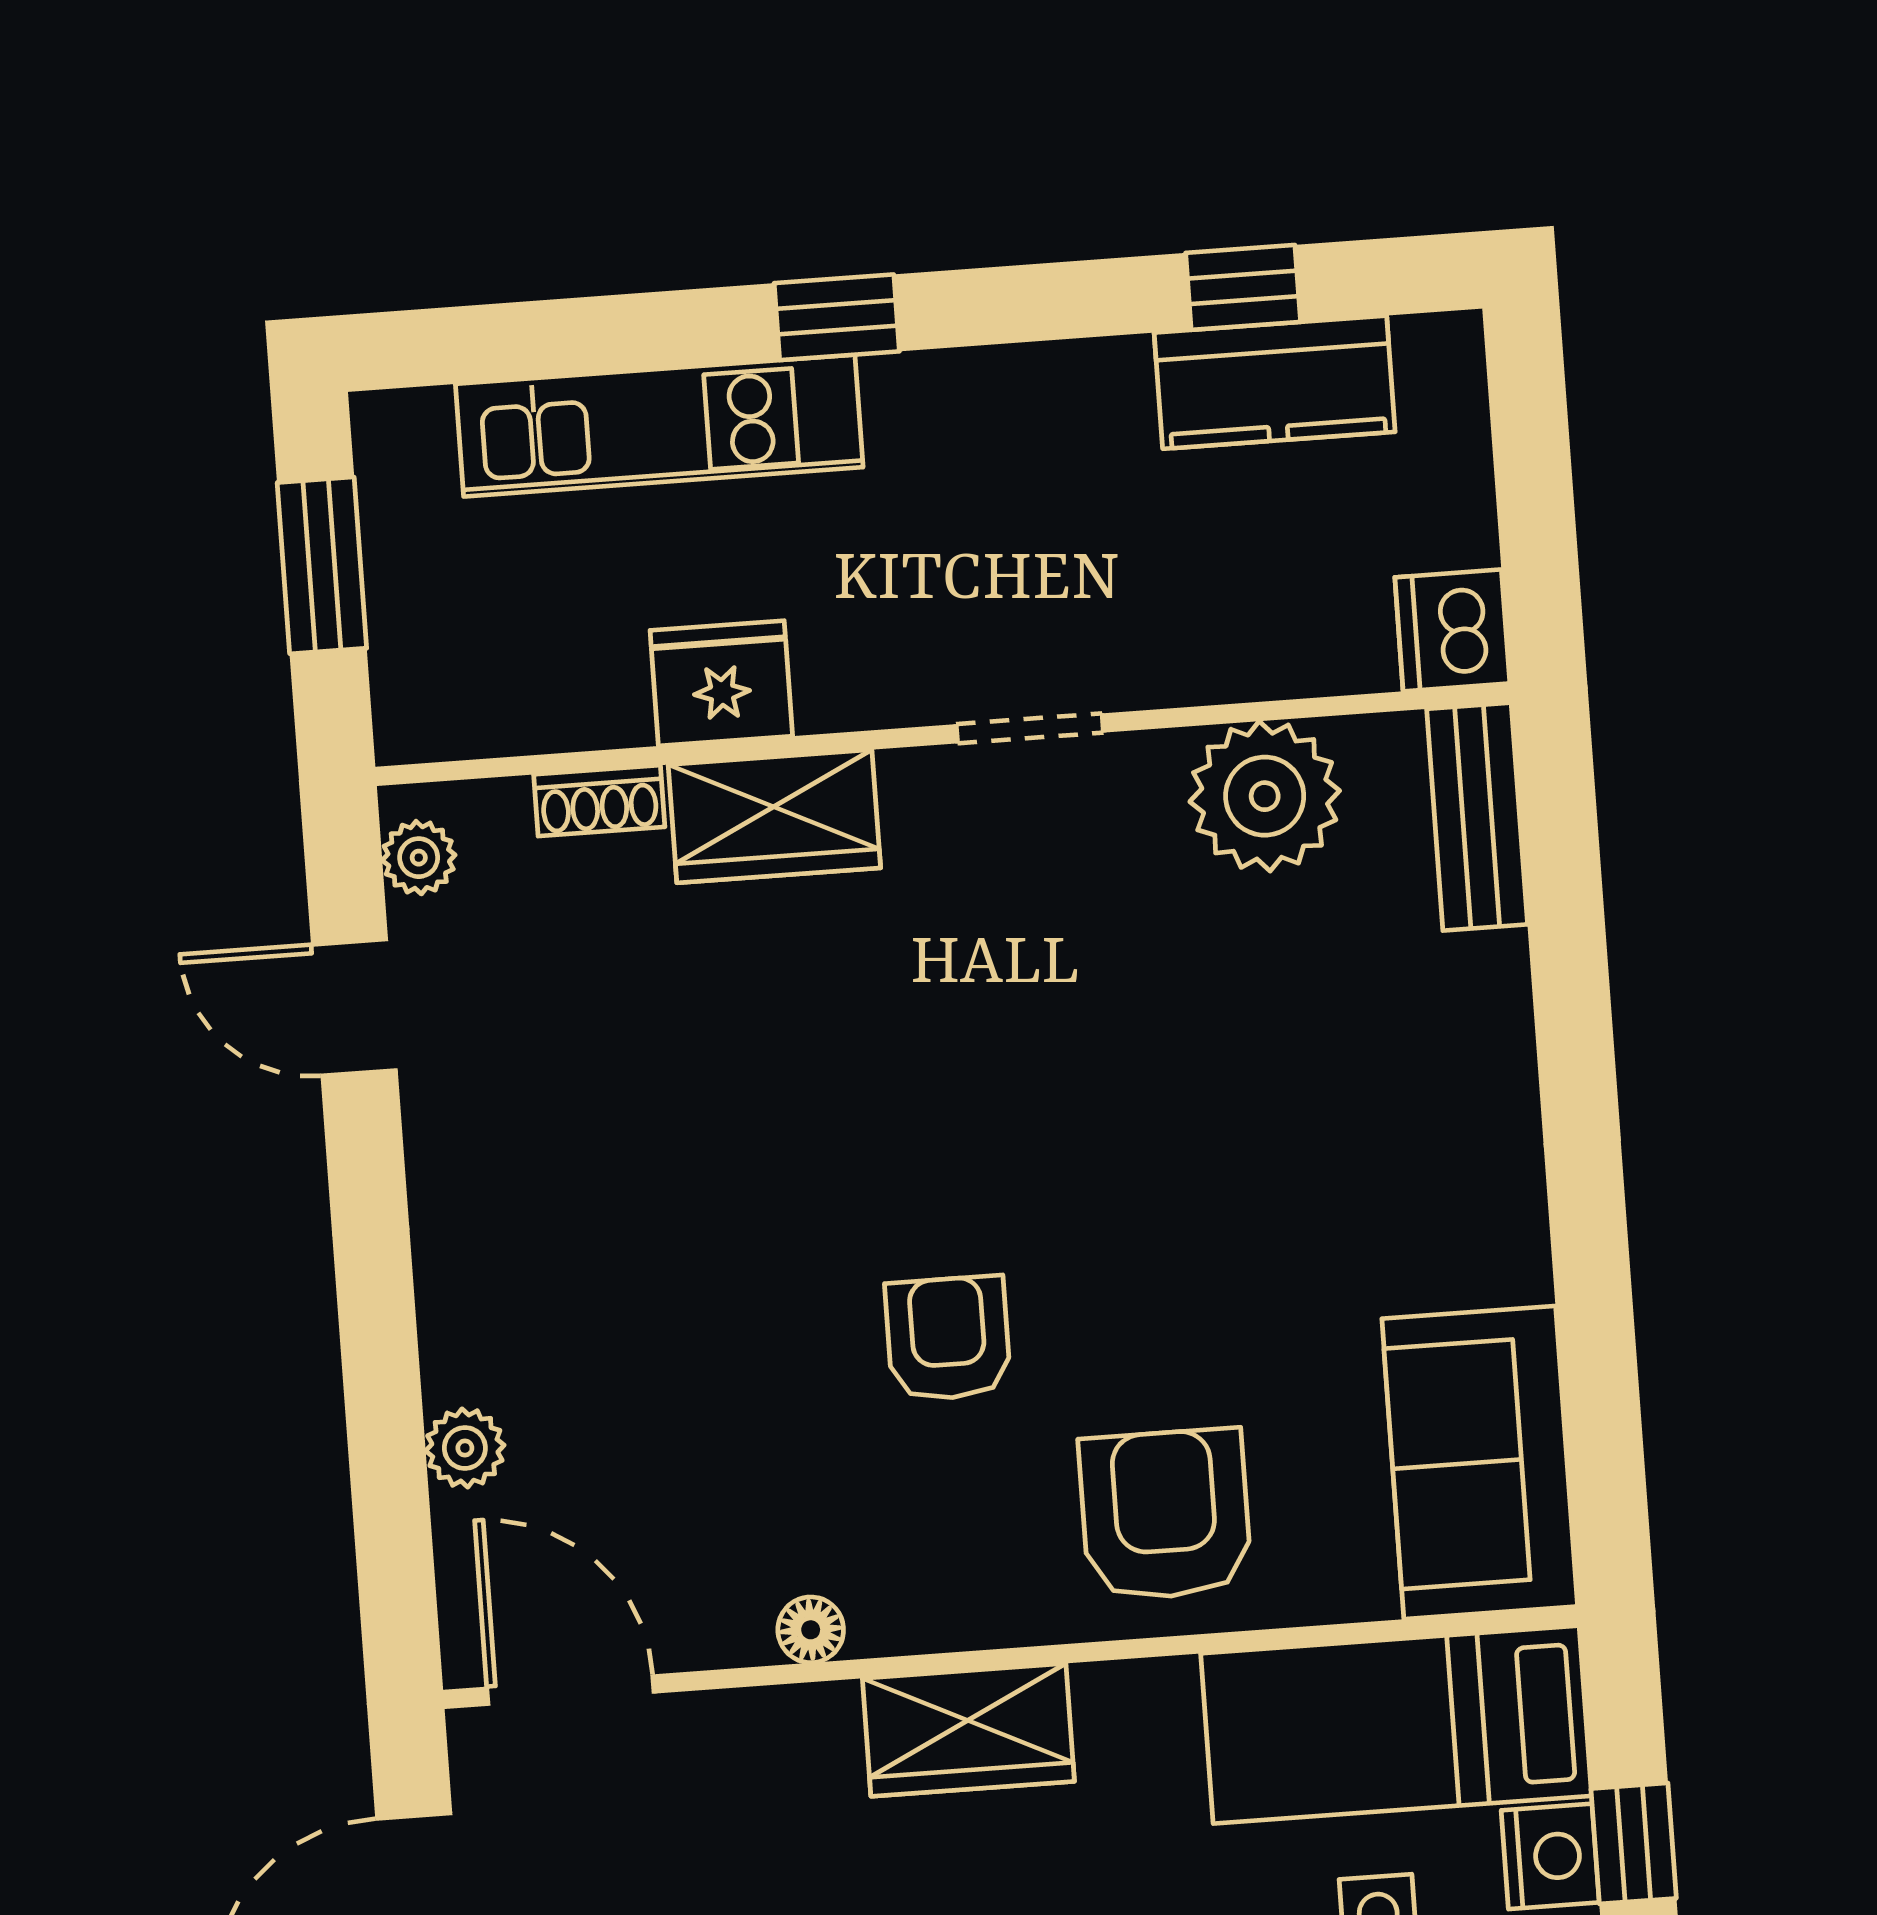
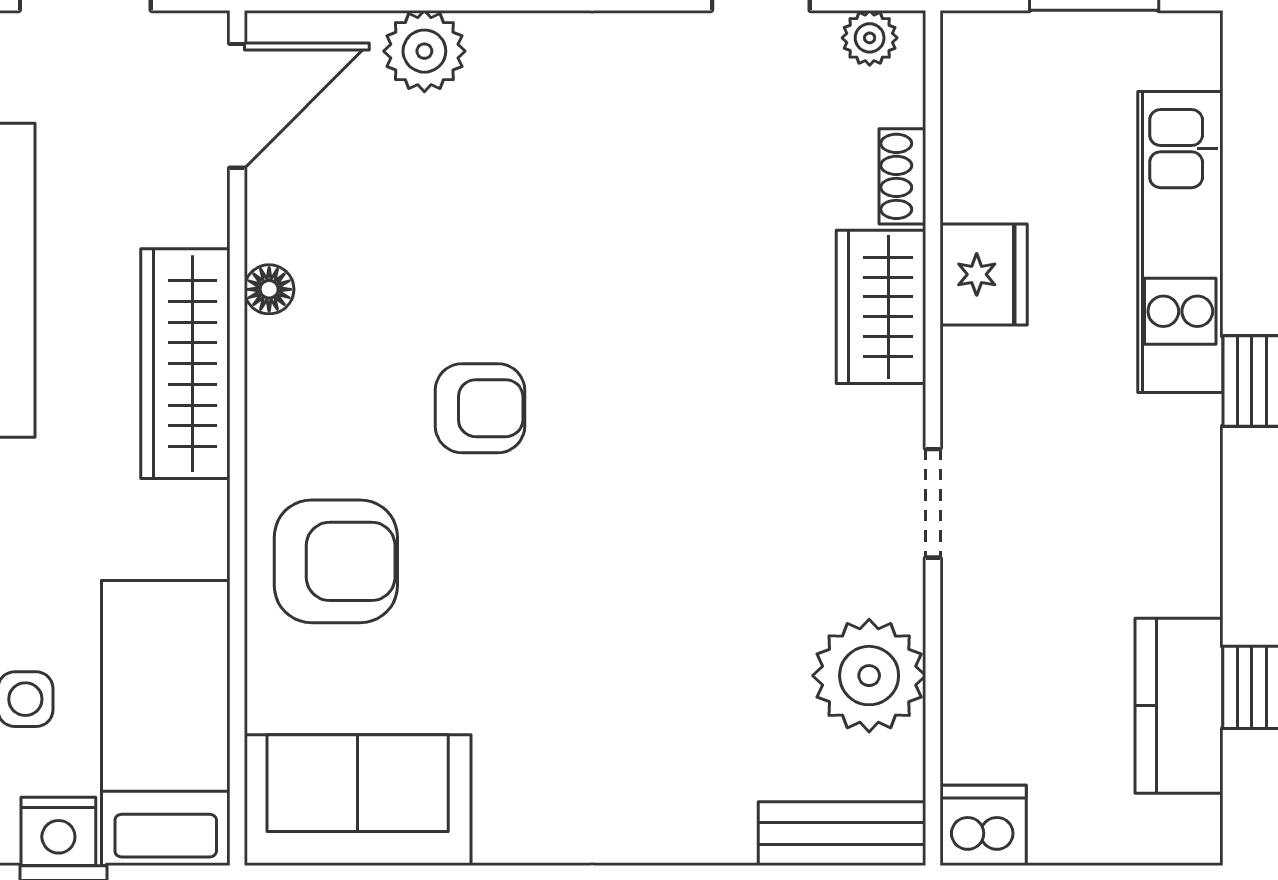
plant: (465, 1448) -> (424, 51), width x1.38, depth x1.38
wardrobe: (968, 1730) -> (185, 364), width x1.50

